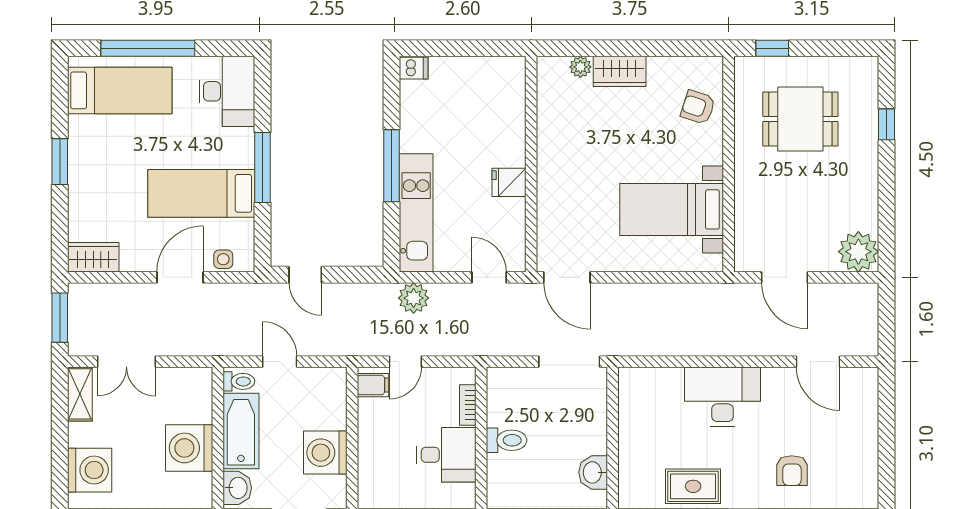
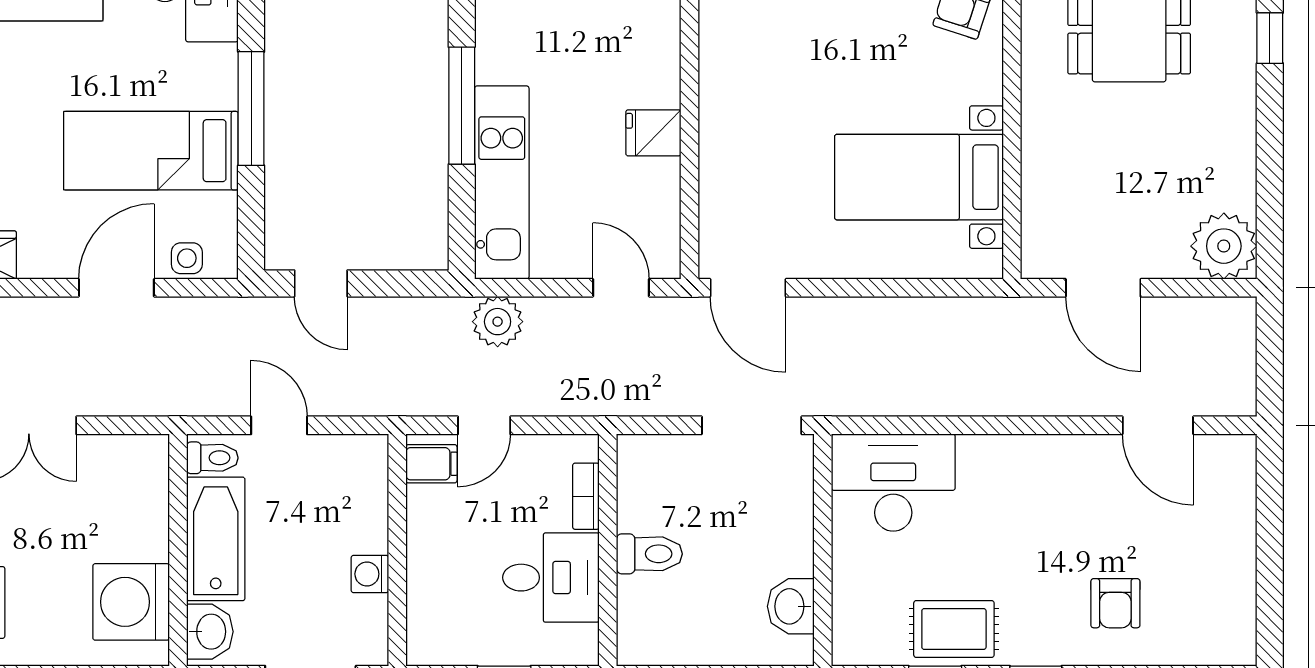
desk: (723, 397) -> (893, 483), moved
washing machine: (189, 448) -> (131, 602), moved
washing machine: (325, 453) -> (370, 574), width x0.53, depth x0.53

